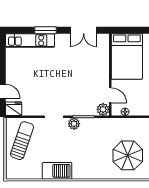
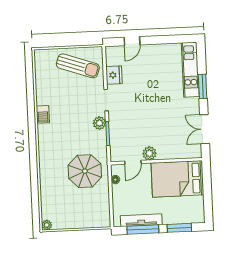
fridge: (14, 109) -> (114, 75), moved
plant: (103, 109) -> (149, 153), moved
parasol: (128, 155) -> (85, 171), moved
barbecue: (57, 171) -> (43, 114), width x0.53, depth x0.65

